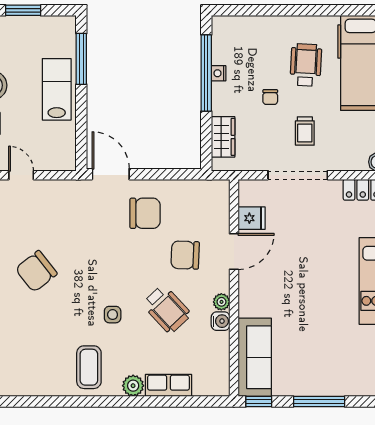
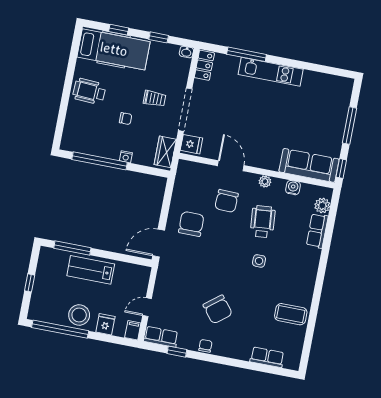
window: (23, 10) -> (30, 283), width x0.67
wheelchair: (306, 65) -> (89, 91), moved
nightstand: (219, 73) -> (126, 157), moved
wardrobe: (223, 137) -> (165, 152), moved, turned -90
fridge: (252, 218) -> (191, 144), moved, turned 90
wheelchair: (167, 309) -> (263, 222), turned -52
water cooler: (221, 321) -> (293, 188), moved
coffee table: (89, 367) -> (291, 314), moved
plant: (133, 386) -> (322, 206), moved

